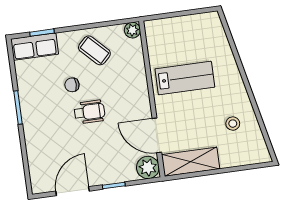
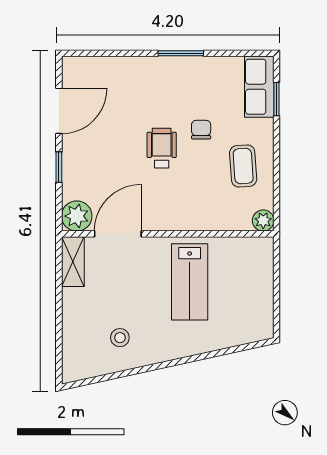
coffee table: (94, 50) -> (243, 166), turned -49
wheelchair: (89, 112) -> (162, 148), turned 180
shelving: (191, 162) -> (73, 262), width x0.67, depth x0.75
door: (73, 191) -> (59, 111), hinge flipped

